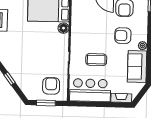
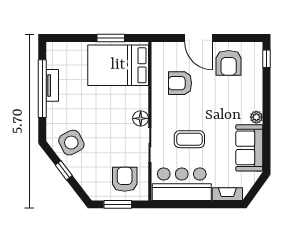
floor lamp: (63, 28) -> (141, 118), moved
armchair: (123, 36) -> (180, 83), moved
side table: (15, 60) -> (71, 143), added

